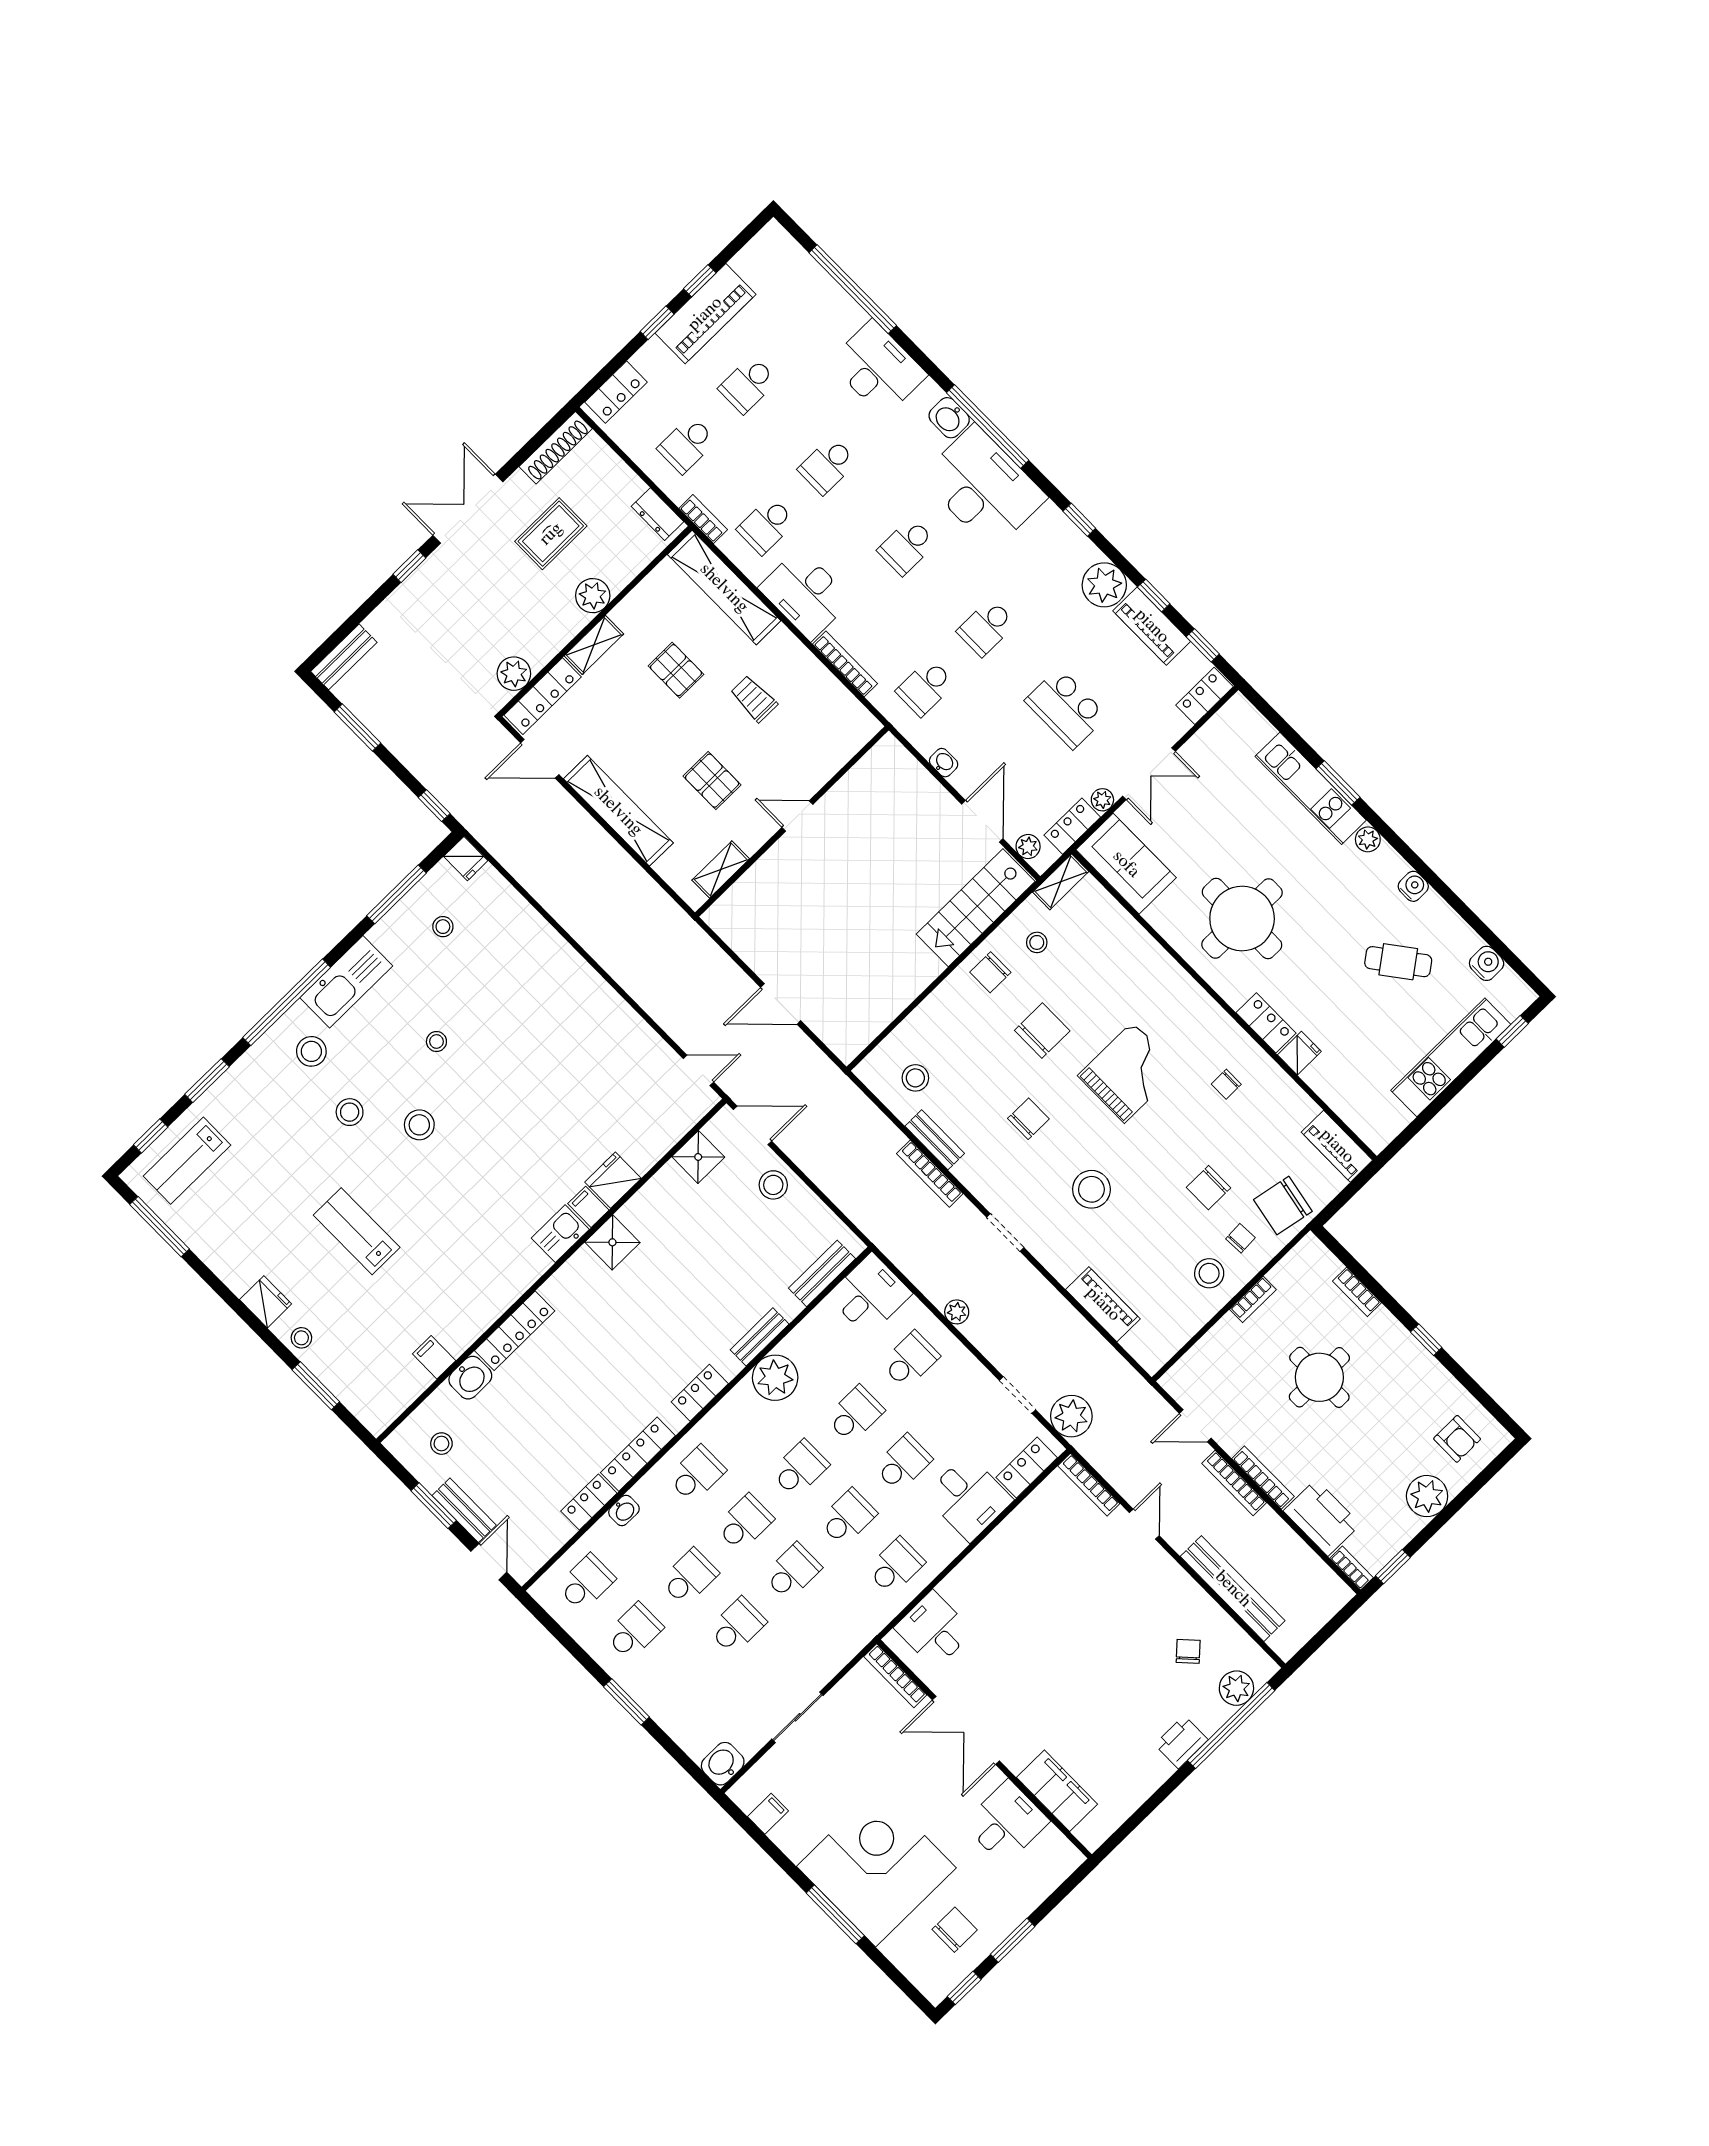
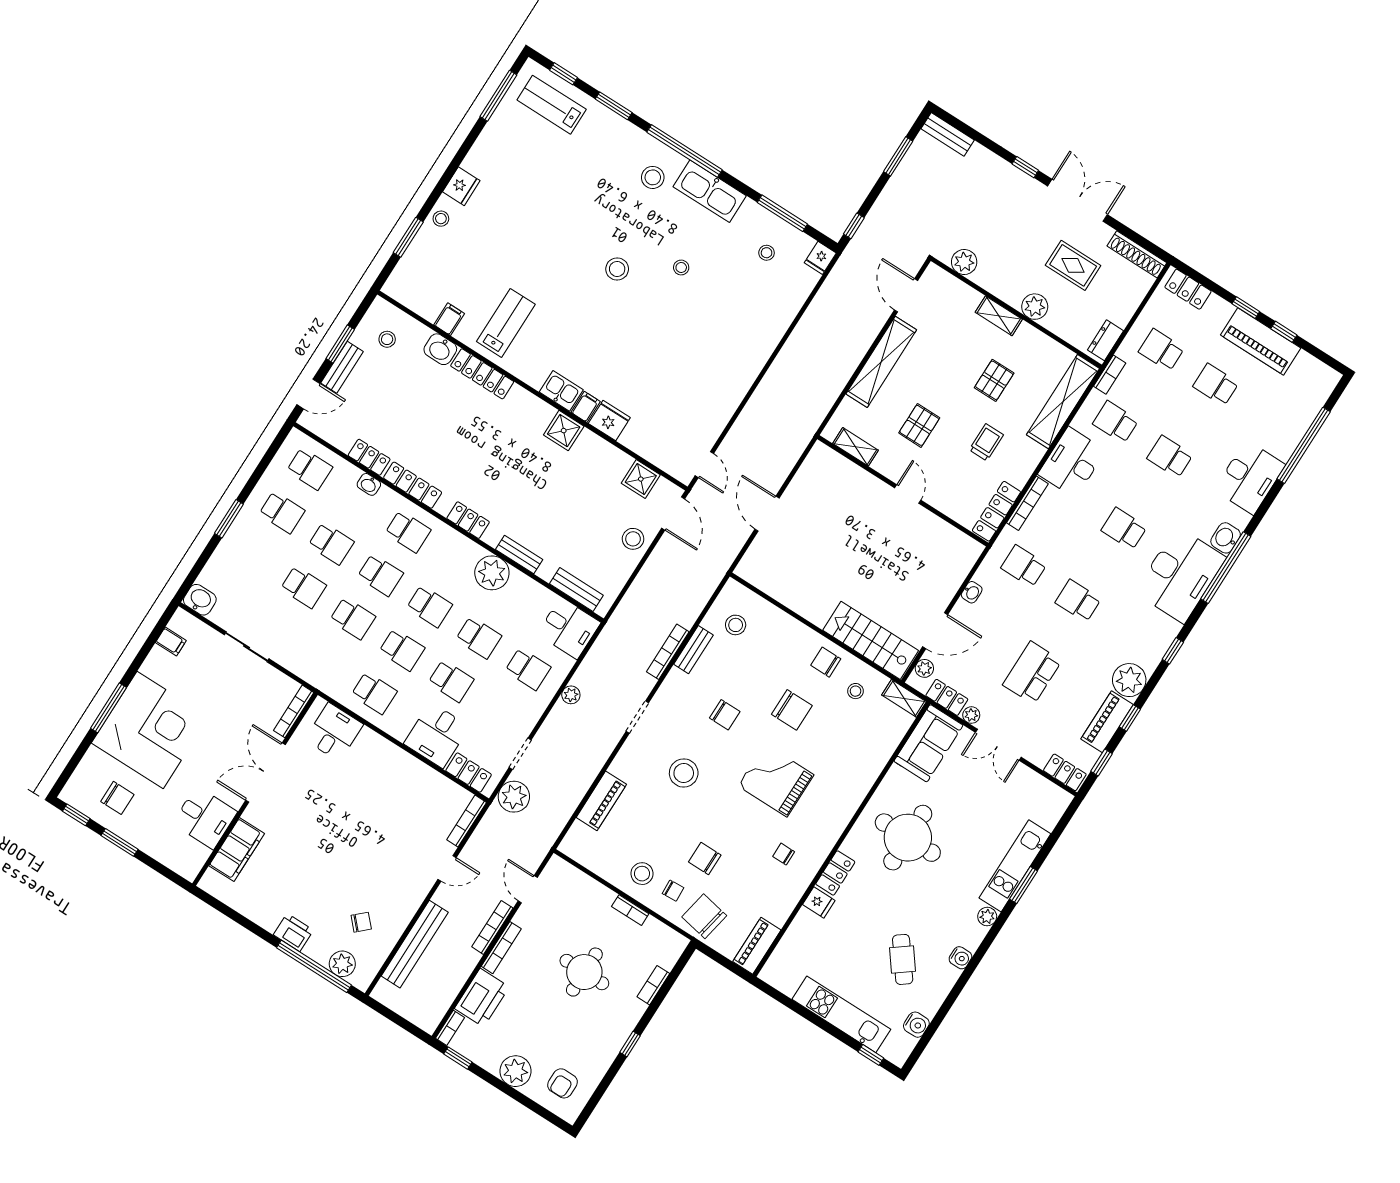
locker: (543, 696) -> (996, 511), moved, turned 90
grand piano: (1128, 1072) -> (776, 780), turned 180
stool: (350, 1112) -> (615, 216), removed
lab bench: (357, 1231) -> (506, 323), moved

